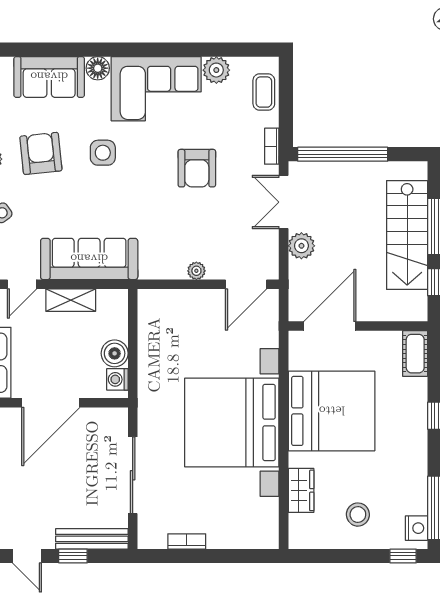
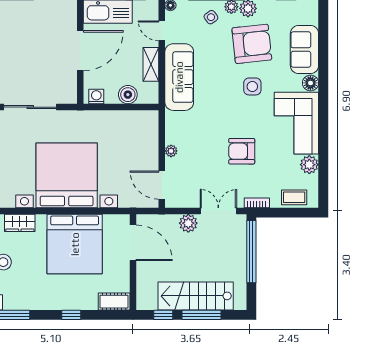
armchair: (41, 153) -> (252, 44), width x1.36, depth x1.36
boiler: (115, 353) -> (128, 95), moved
door: (51, 403) -> (80, 51), swing flipped

